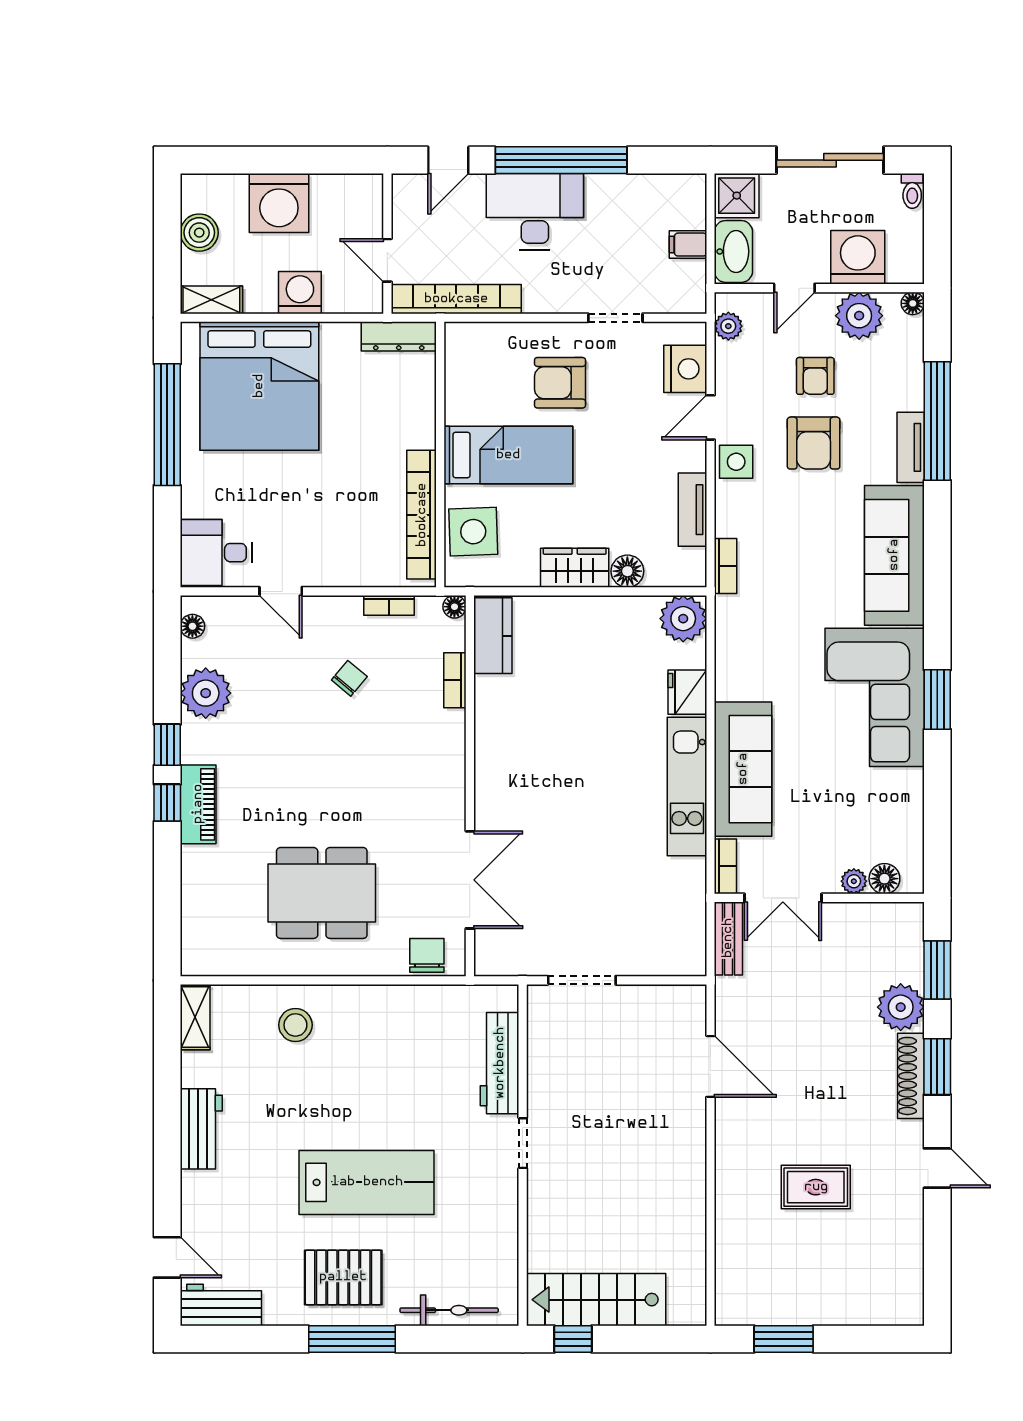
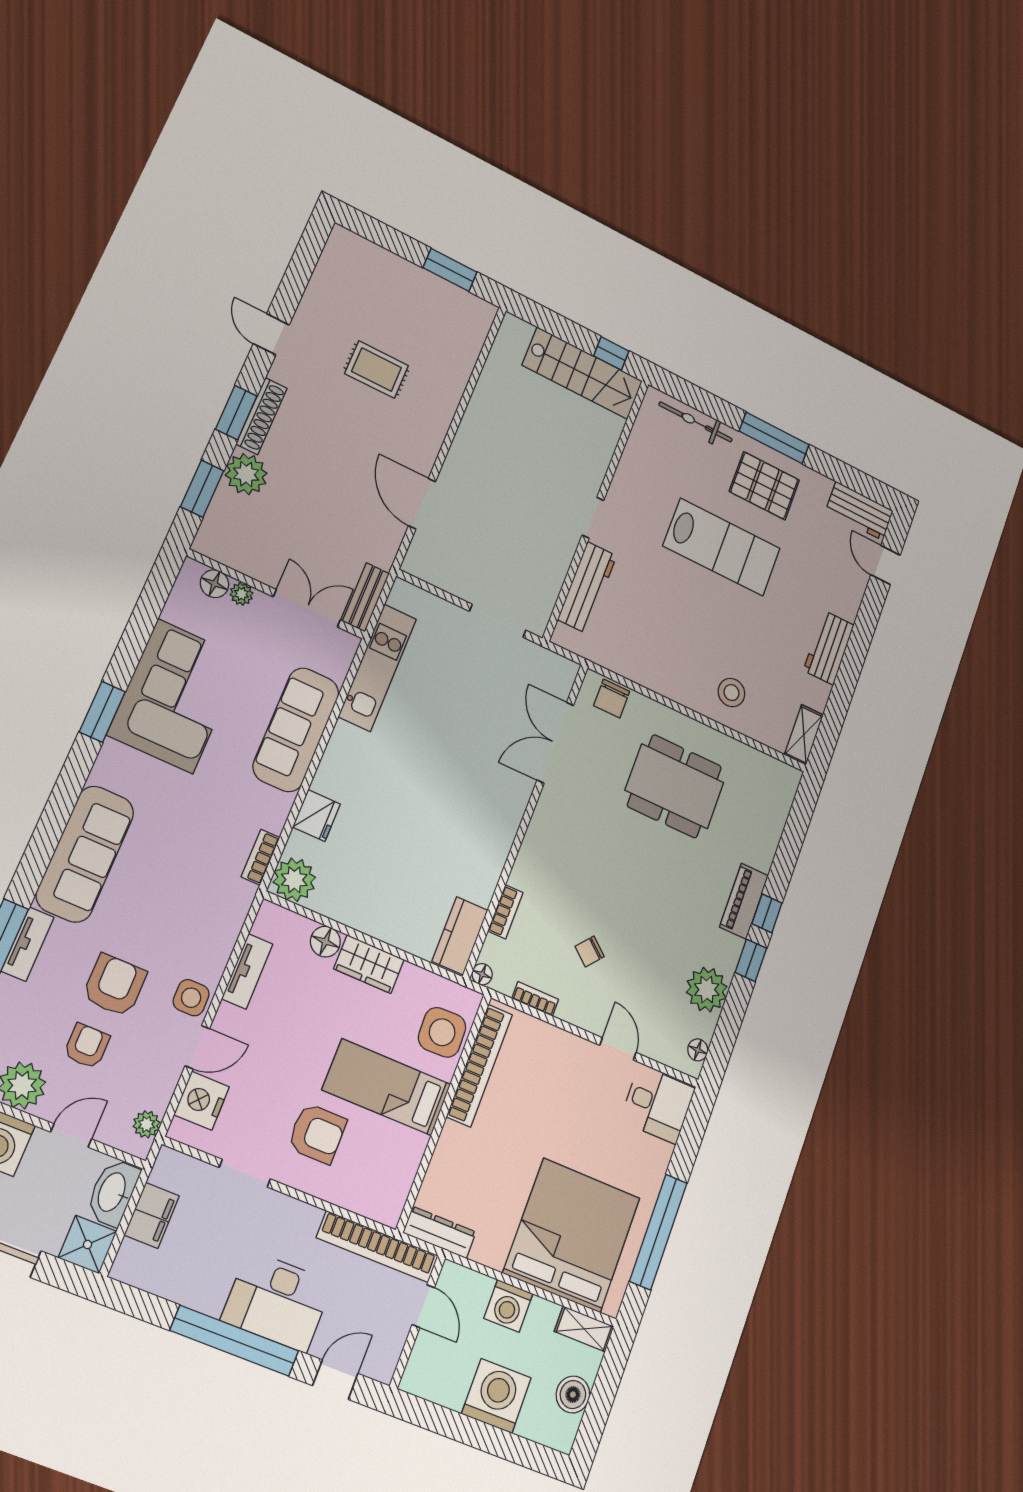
filing cabinet: (688, 245) -> (152, 1215), width x2.00
bookcase: (726, 566) -> (261, 857), moved
corner sofa: (875, 697) -> (175, 696), moved
kitchen unit: (687, 787) -> (377, 668), moved
bookcase: (725, 866) -> (344, 656), removed
lab bench: (367, 1182) -> (722, 547), turned 180

